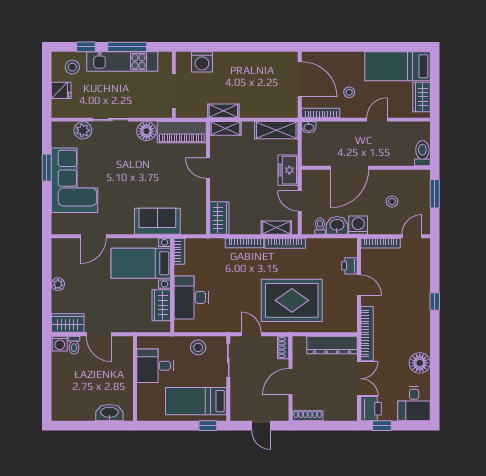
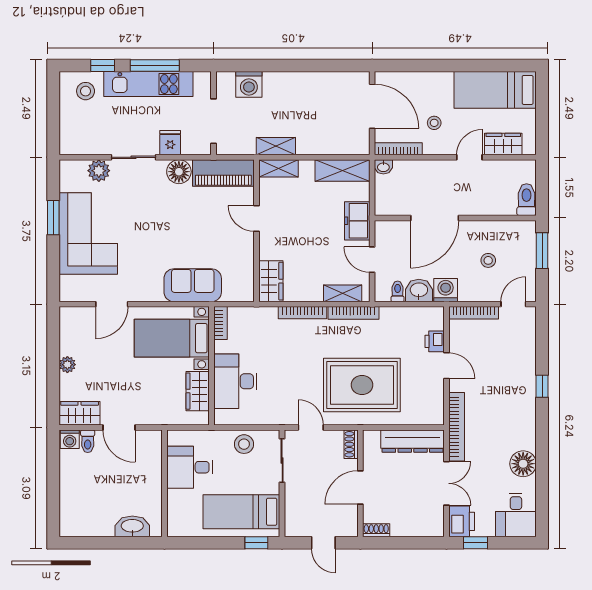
fridge: (61, 90) -> (170, 143), moved, turned -90
wardrobe: (422, 97) -> (503, 144), moved, turned 90
shoe rack: (308, 416) -> (376, 530), width x0.70

